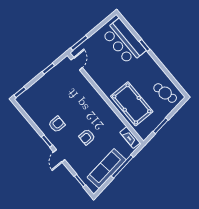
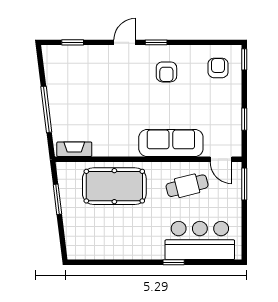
cafe table: (165, 93) -> (187, 186), moved
armchair: (87, 137) -> (218, 68), moved
door: (59, 156) -> (125, 42), hinge flipped
sofa: (107, 169) -> (171, 143), moved, turned -83

